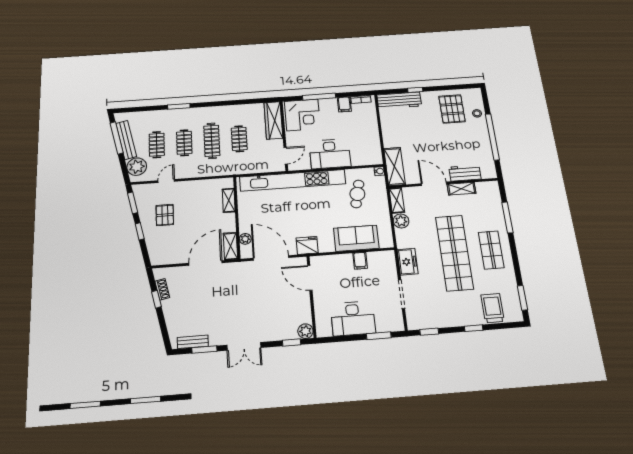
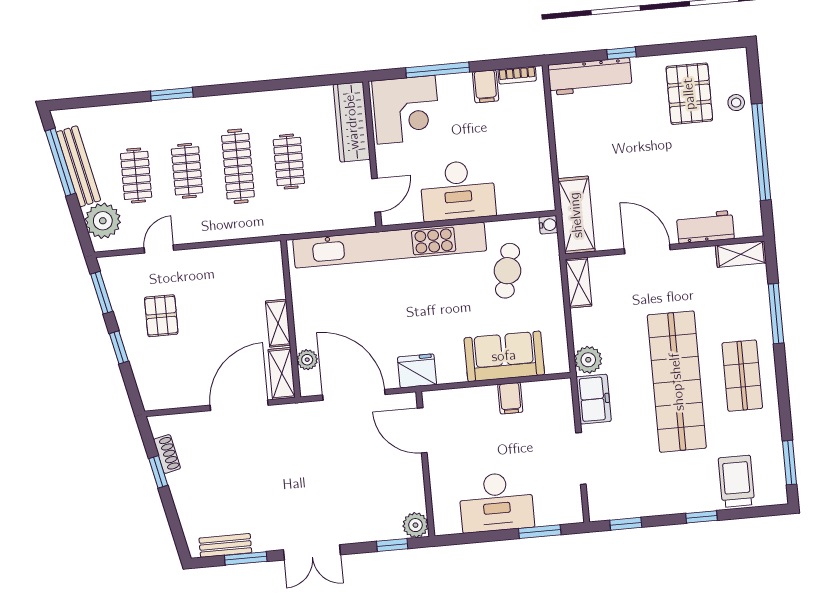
shelving: (461, 189) -> (741, 254), moved
shelving: (229, 200) -> (278, 323), moved
plant: (401, 221) -> (588, 360), moved

